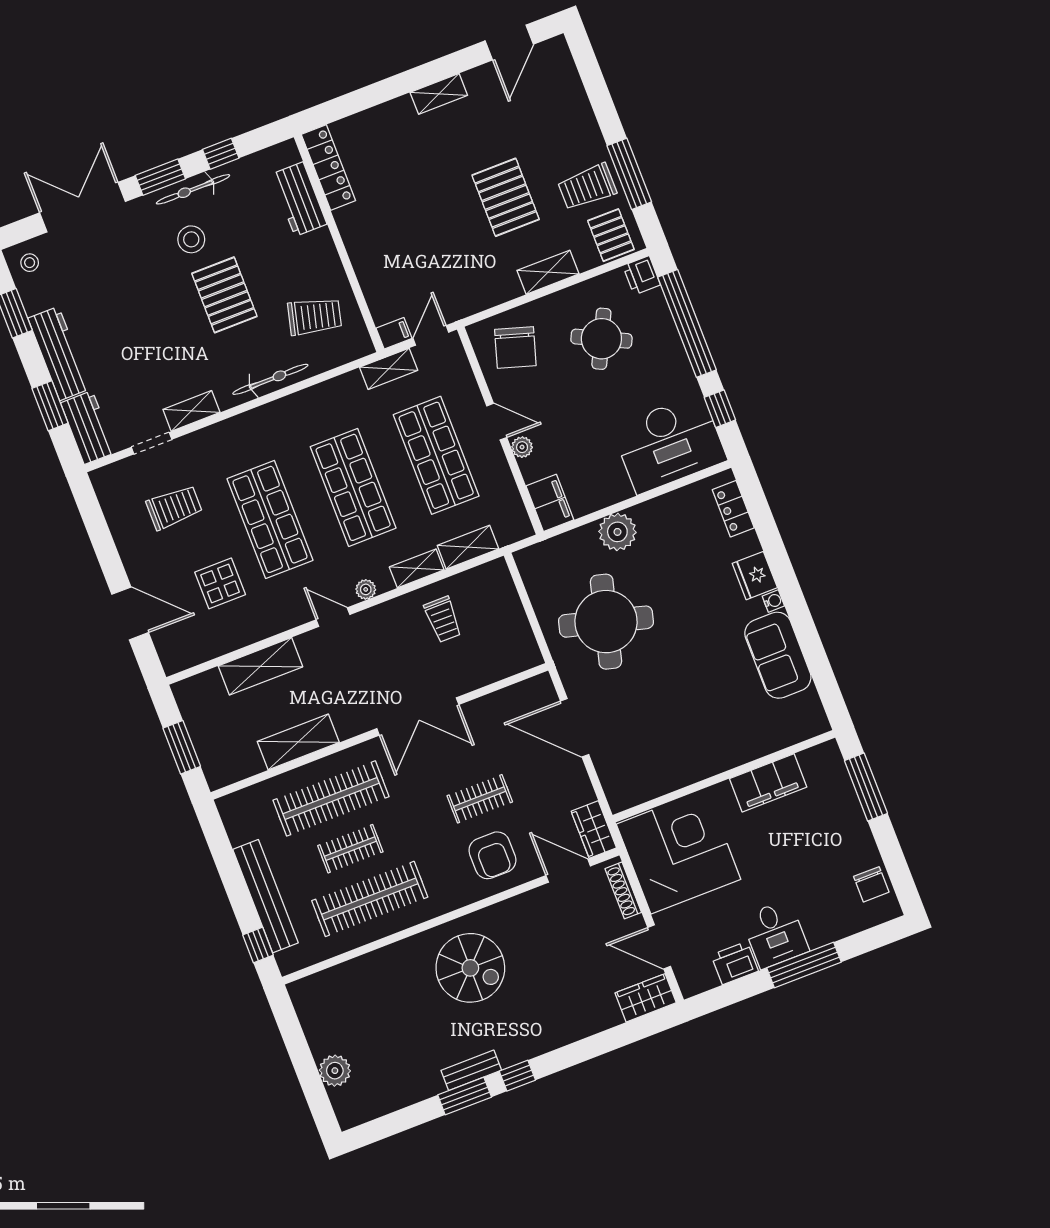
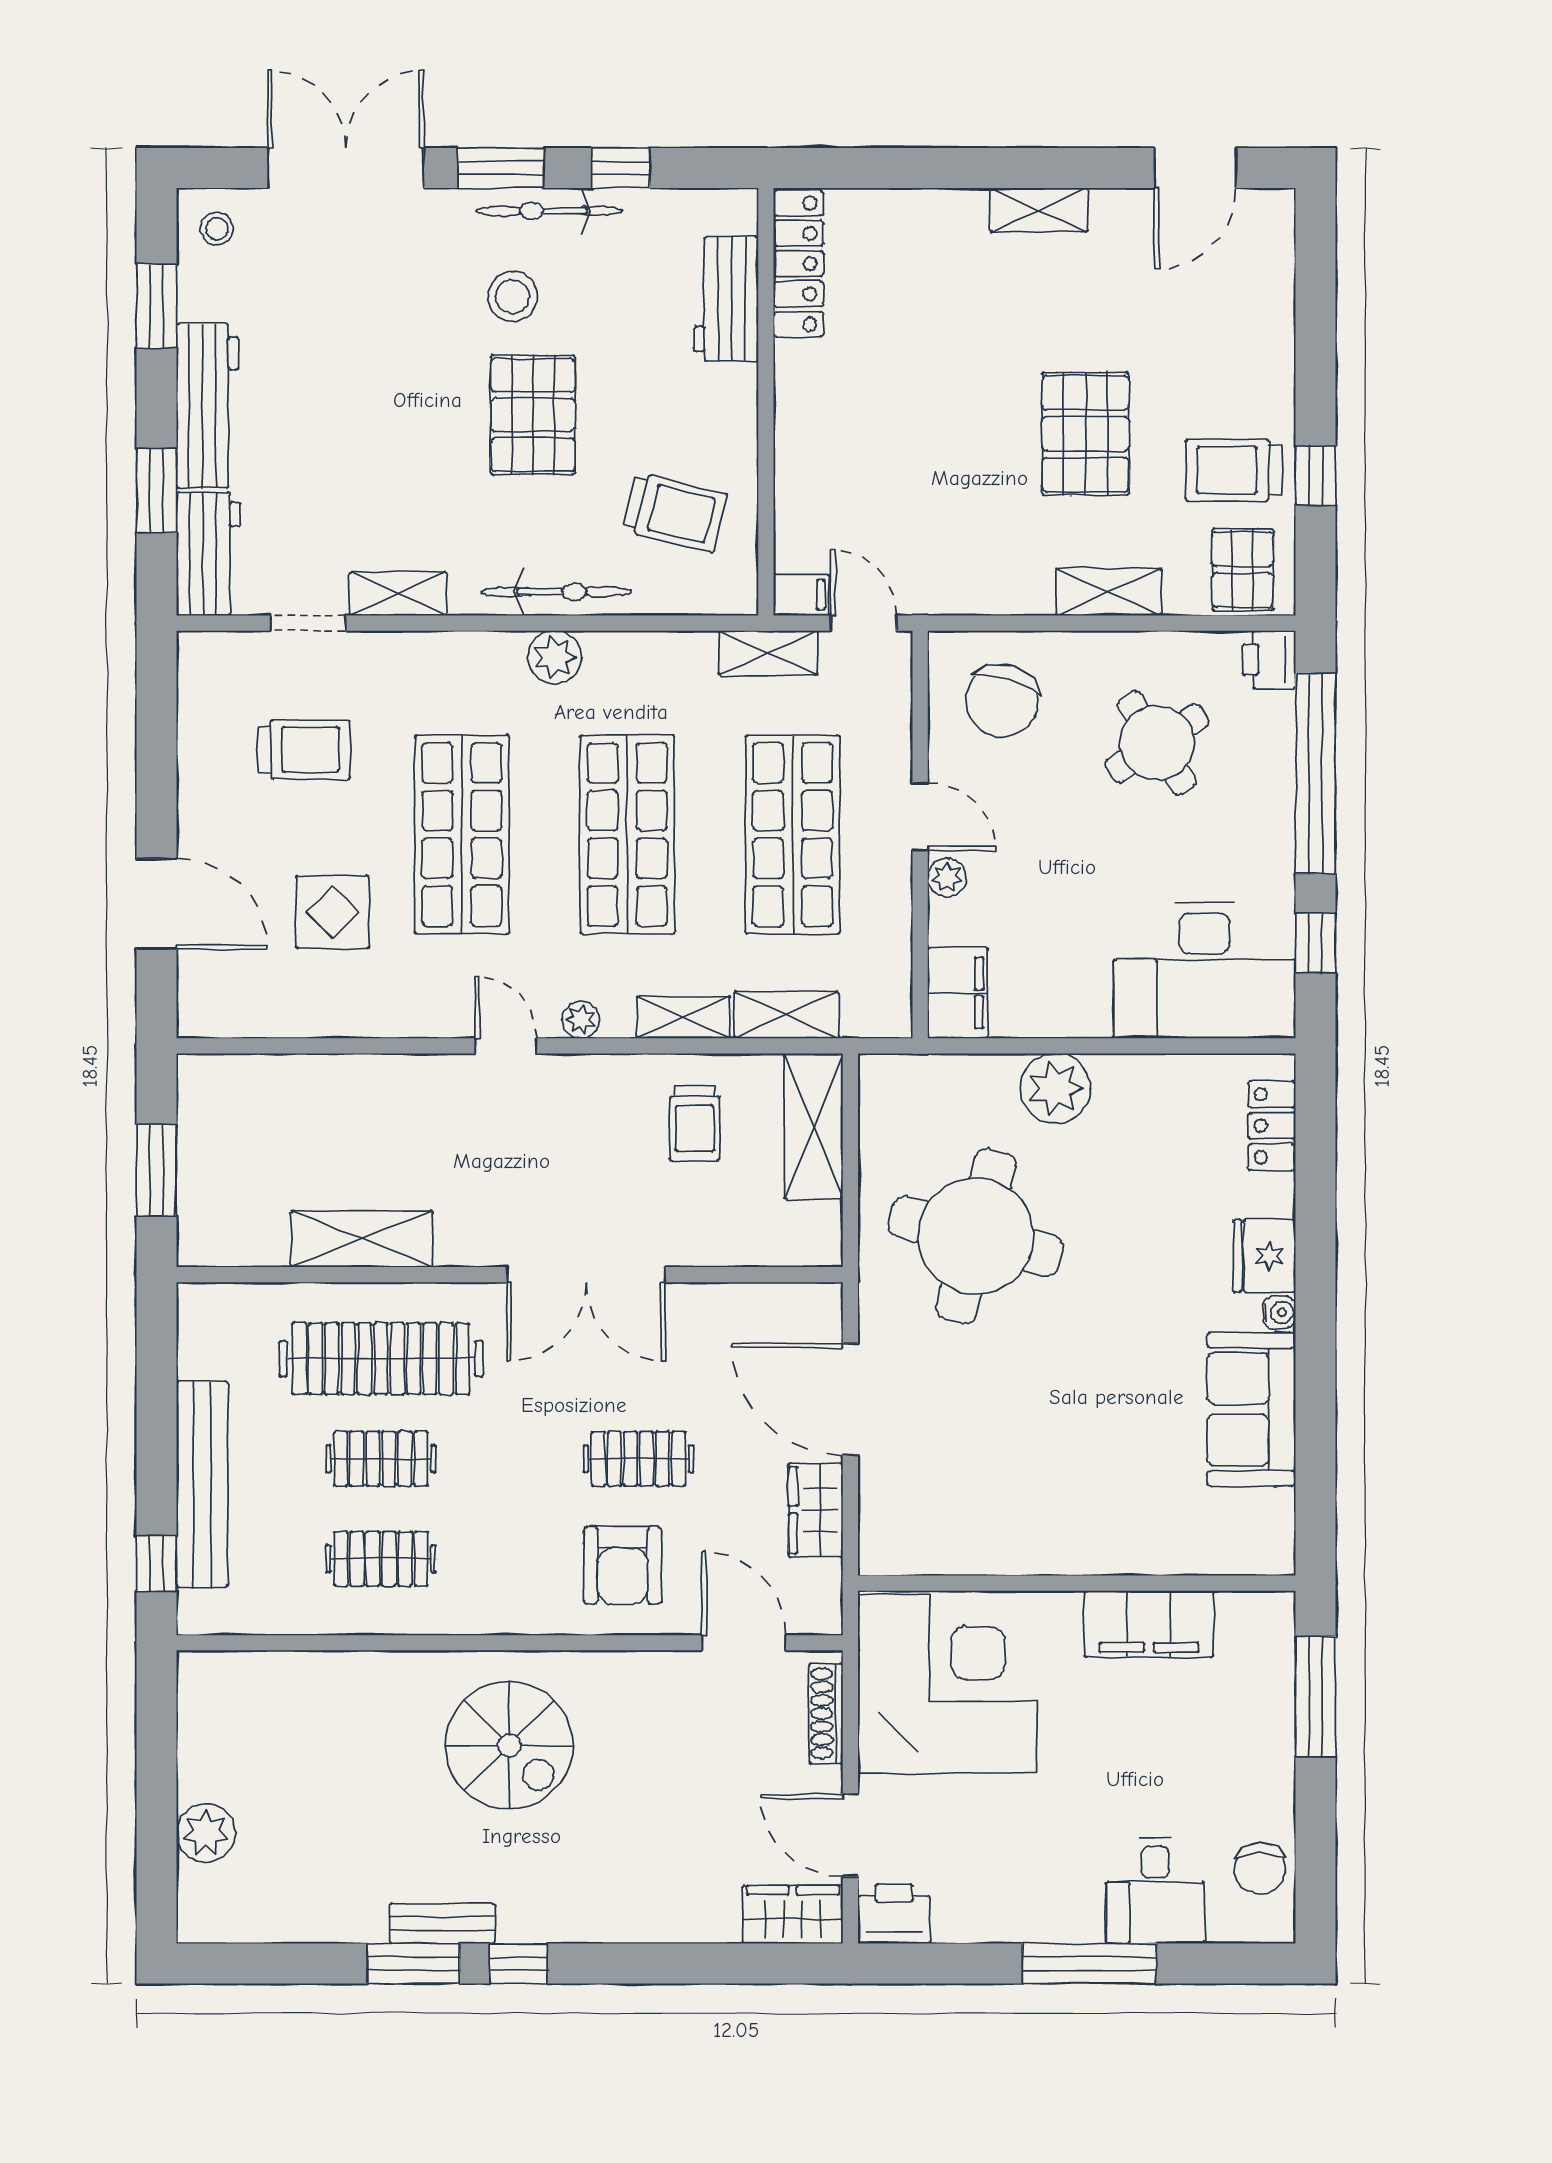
window: (629, 174) -> (1316, 476), width x0.46
door: (431, 335) -> (864, 623), hinge flipped
round table: (601, 339) -> (1157, 743), turned 31
plant: (282, 412) -> (555, 657), added
shelving: (260, 666) -> (814, 1126), moved, turned 90
wardrobe: (594, 829) -> (816, 1510), moved
clothes rail: (370, 899) -> (381, 1559), width x0.54, depth x0.76
desk: (775, 934) -> (1155, 1891), moved
printer: (735, 963) -> (894, 1914), moved

